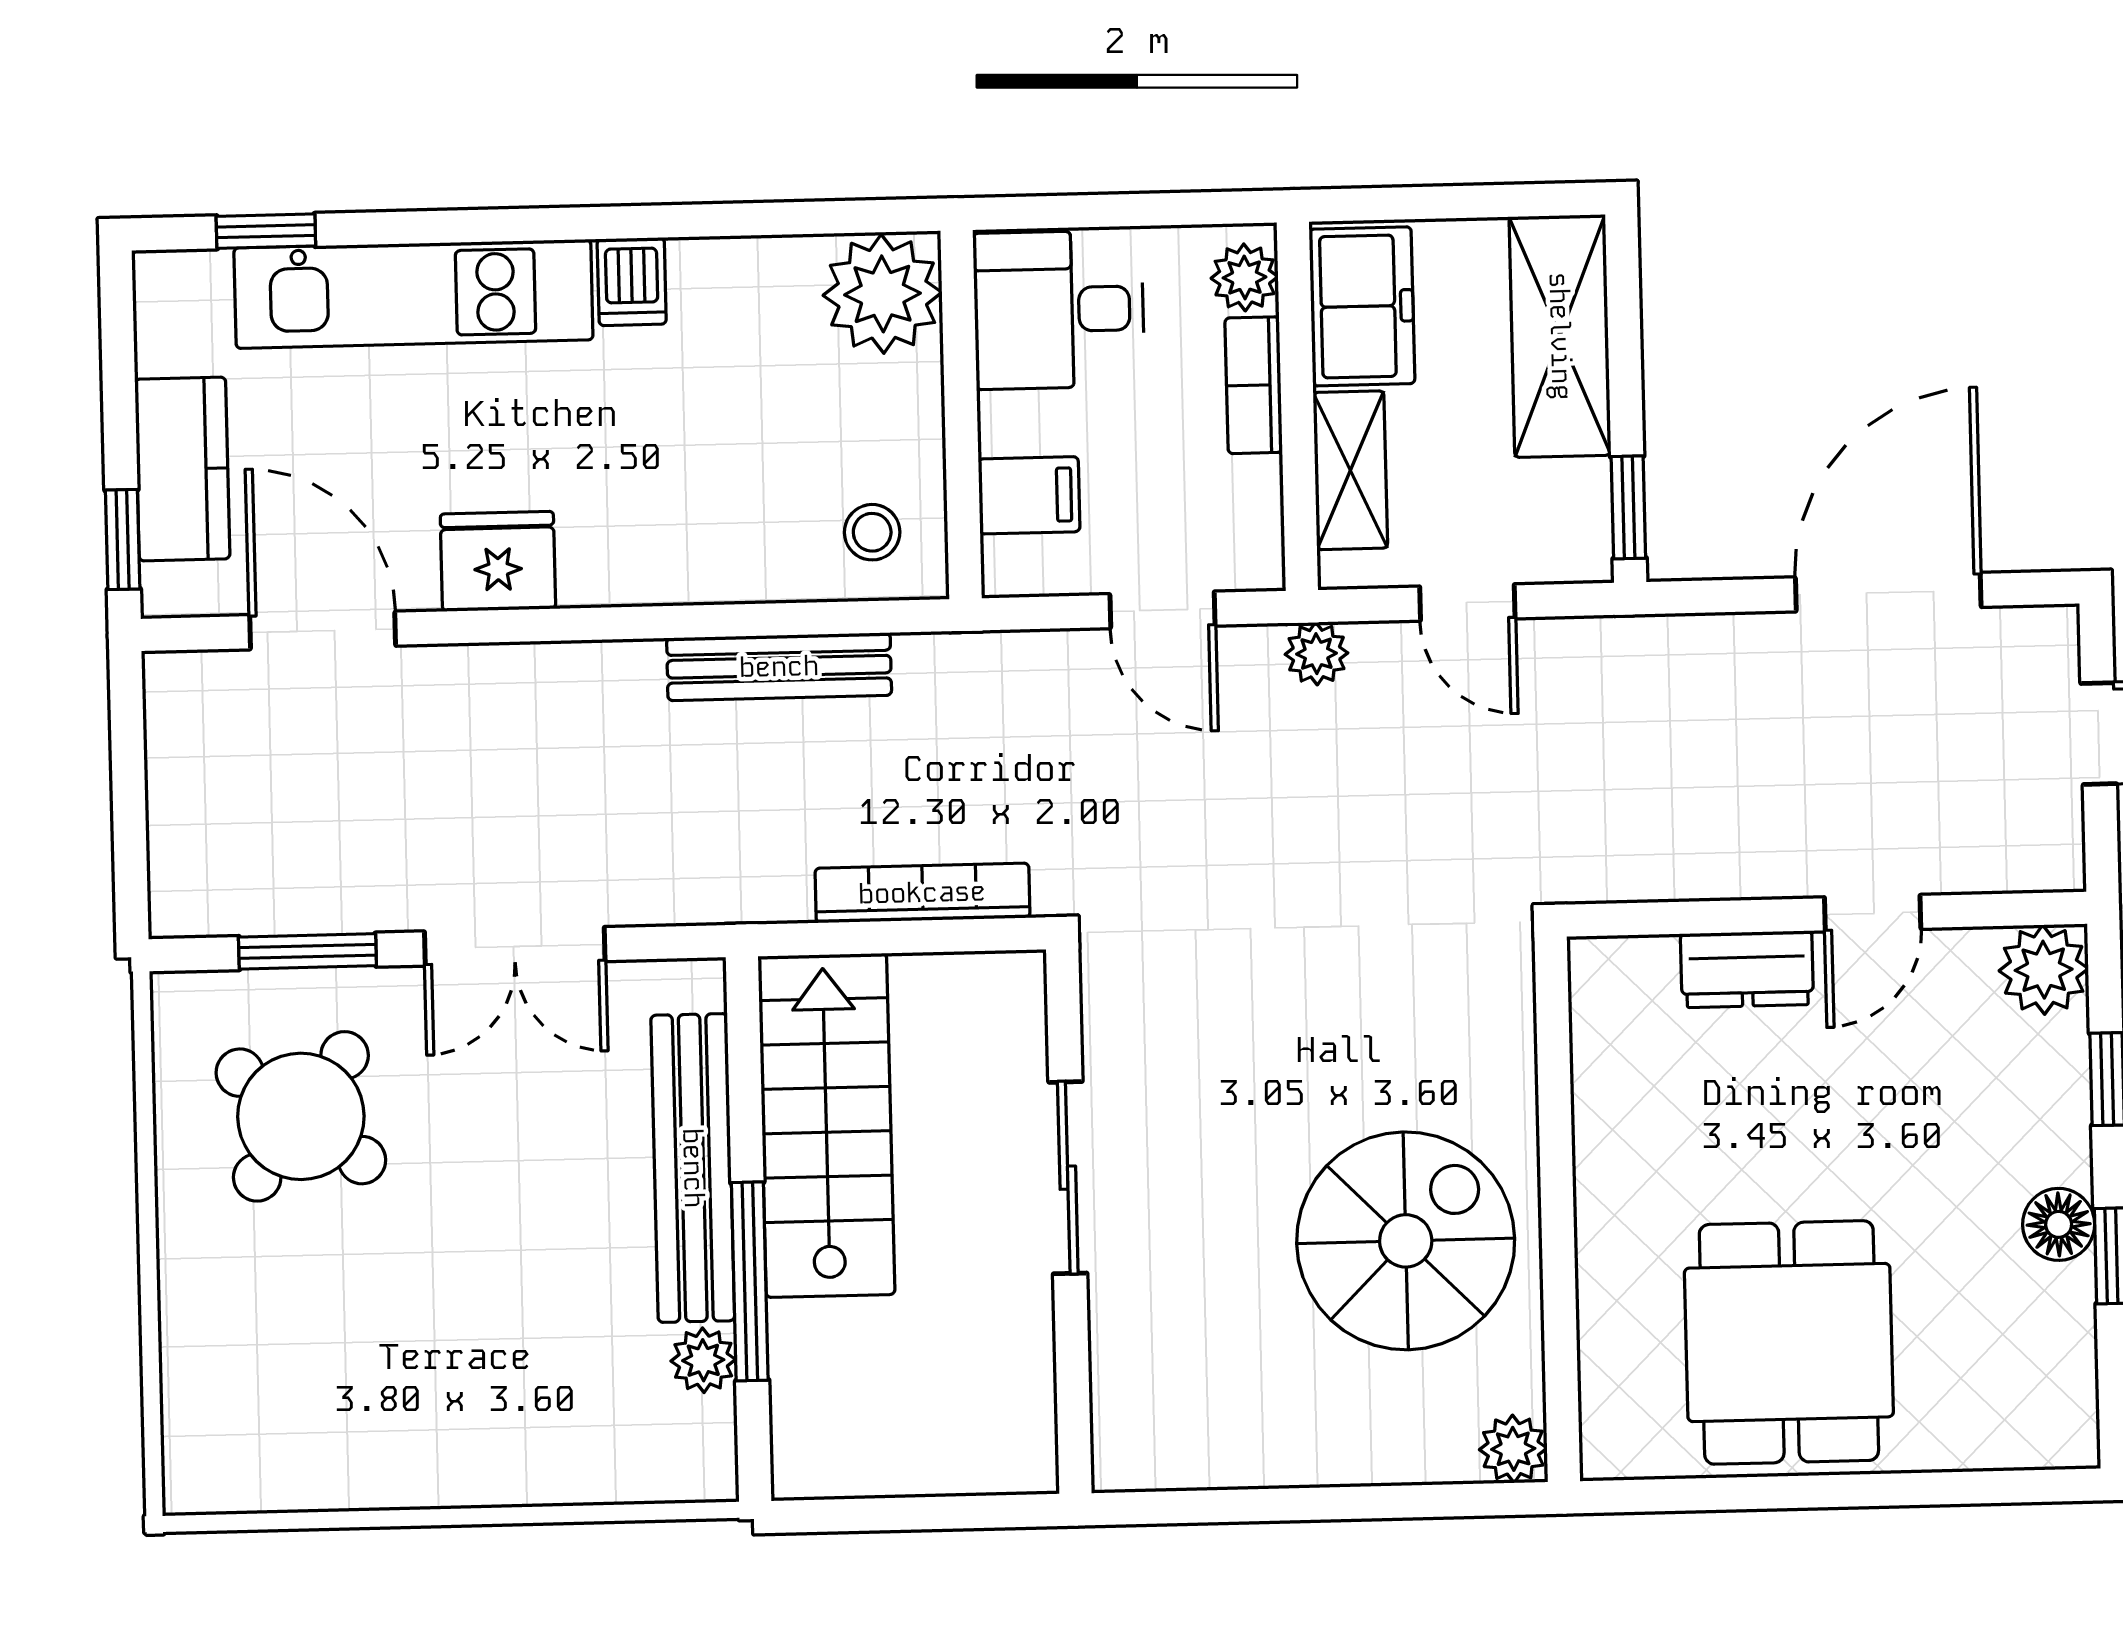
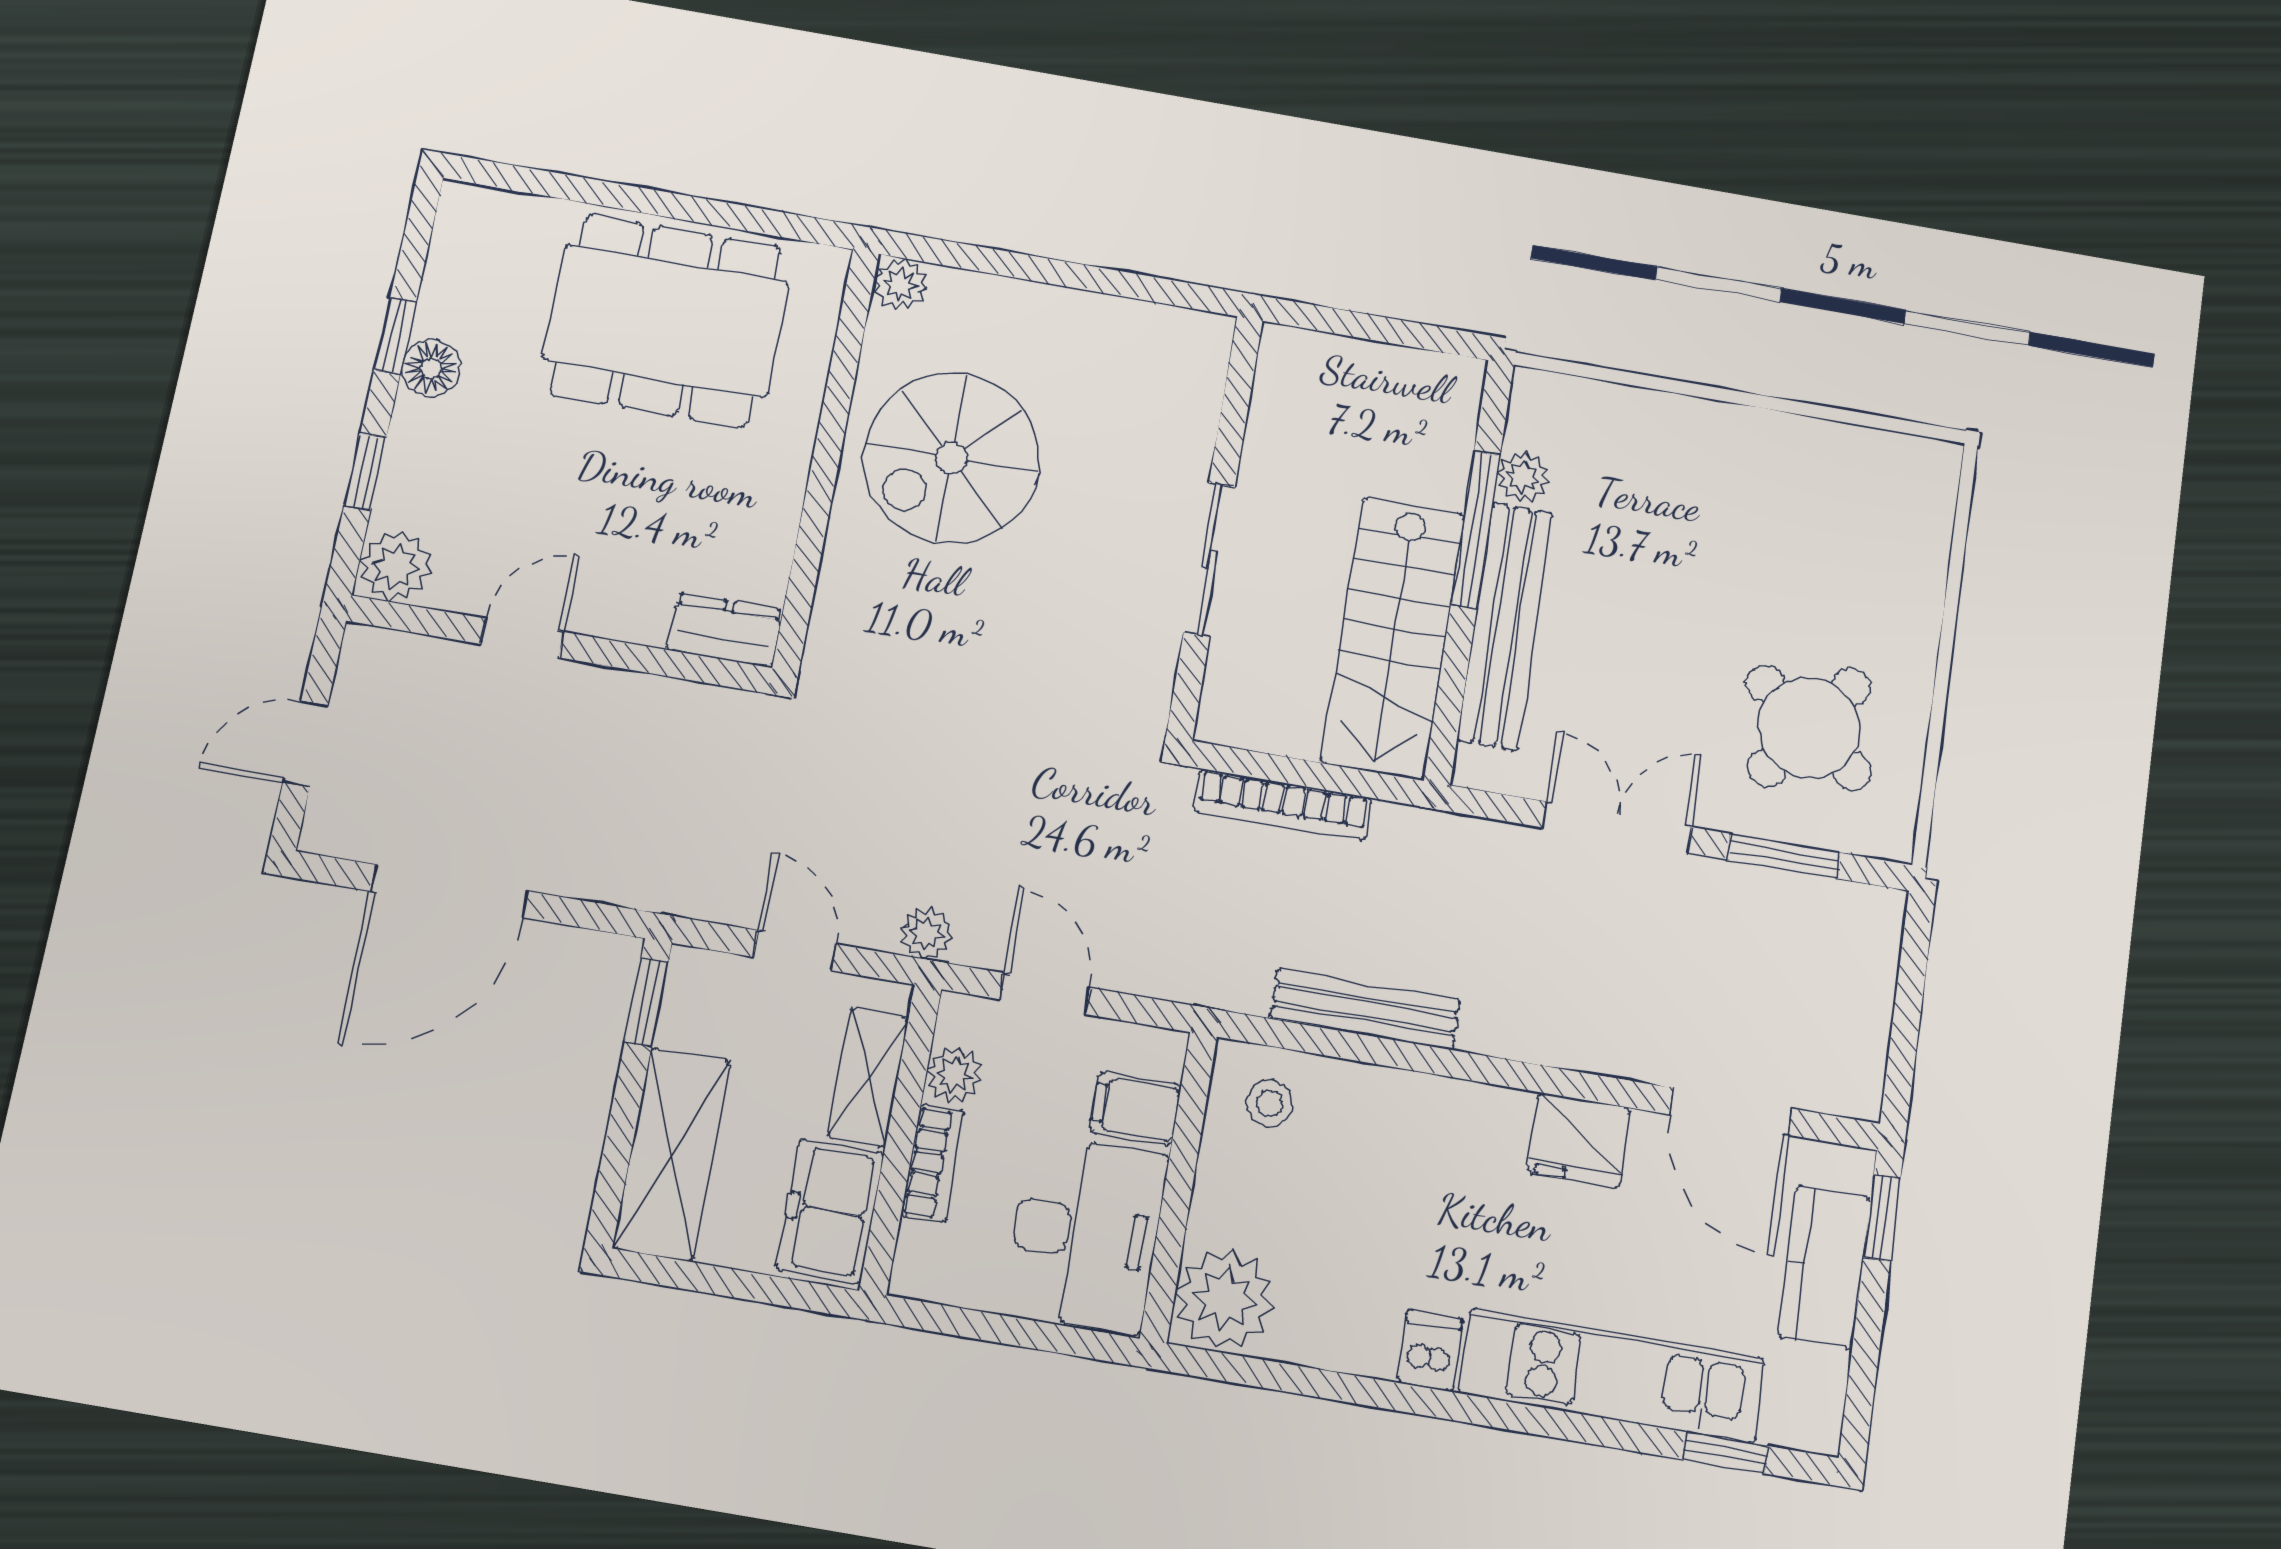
plant: (1245, 277) -> (954, 1075), moved
desk: (1059, 310) -> (1085, 1233), width x1.37
dresser: (1747, 969) -> (725, 630), moved
dining table: (1789, 1342) -> (666, 321), width x1.38

